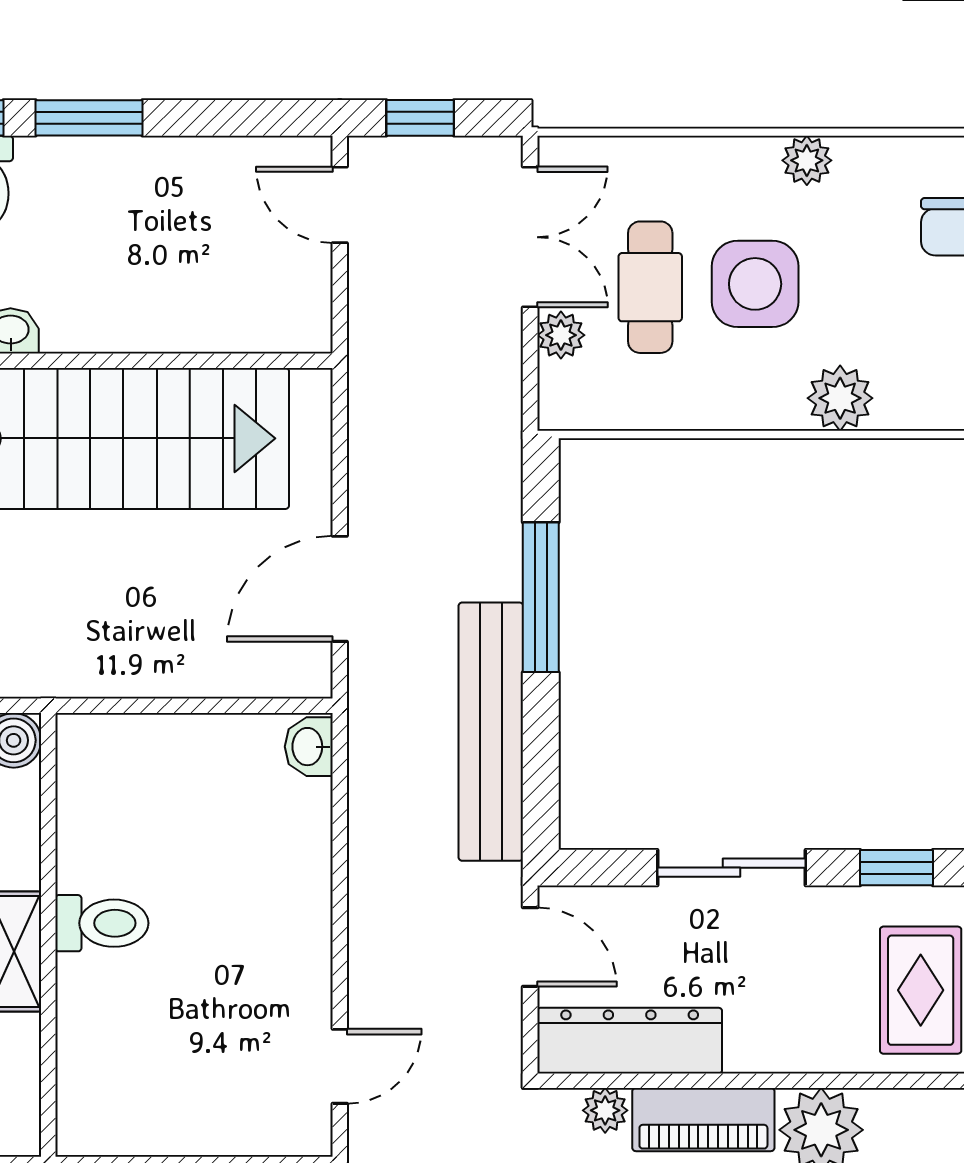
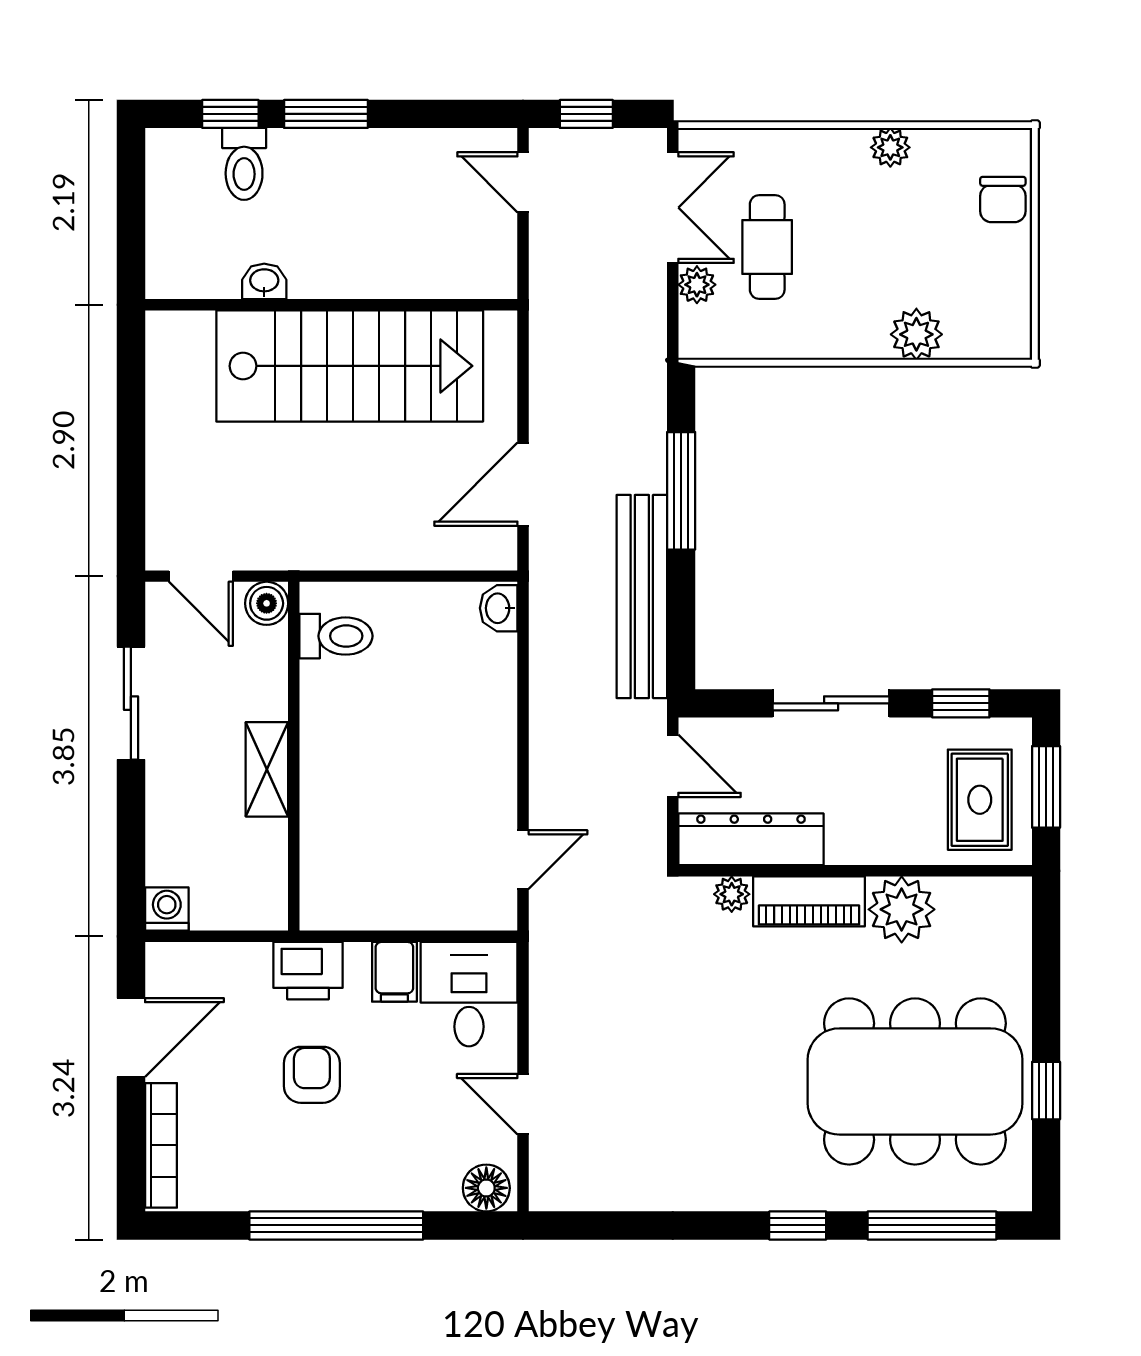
side table: (755, 284) -> (850, 244), removed
toilet: (102, 923) -> (336, 636), moved

